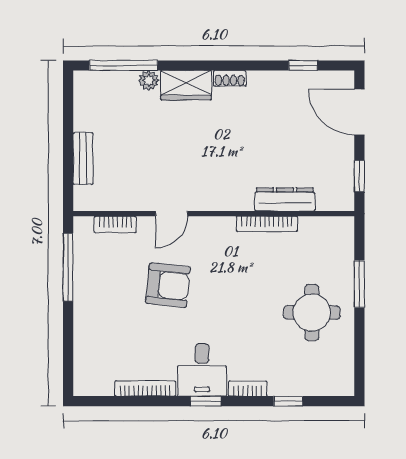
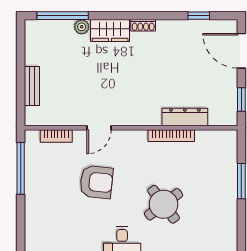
round table: (312, 313) -> (164, 204), moved, turned -37

